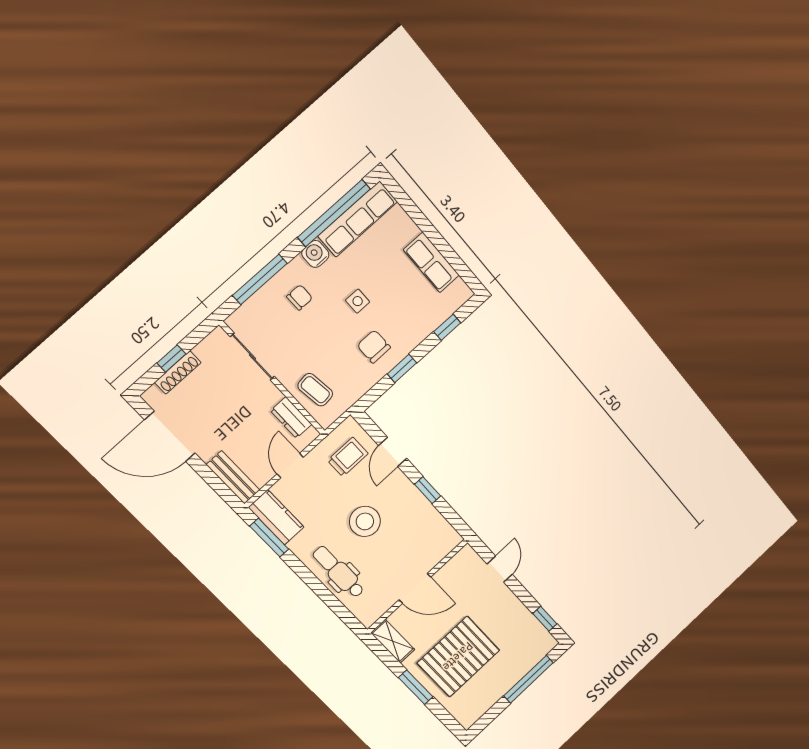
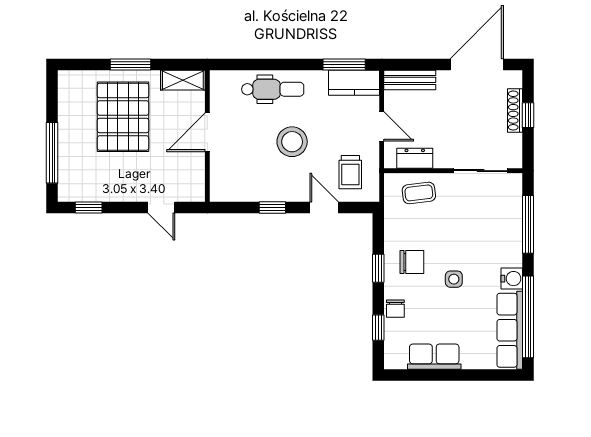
chair: (300, 297) -> (395, 309), moved

